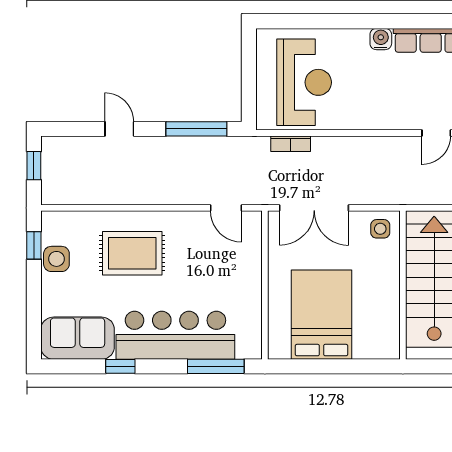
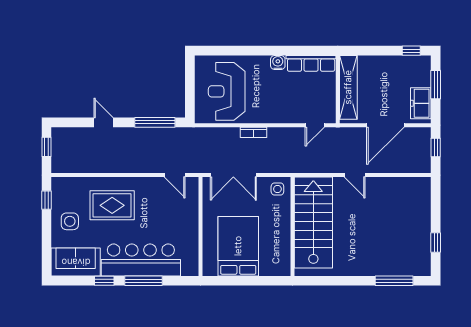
reception desk: (304, 82) -> (227, 91), turned 180
bookcase: (291, 144) -> (253, 132), moved
side table: (56, 259) -> (70, 221), moved
window: (216, 366) -> (143, 281), moved

